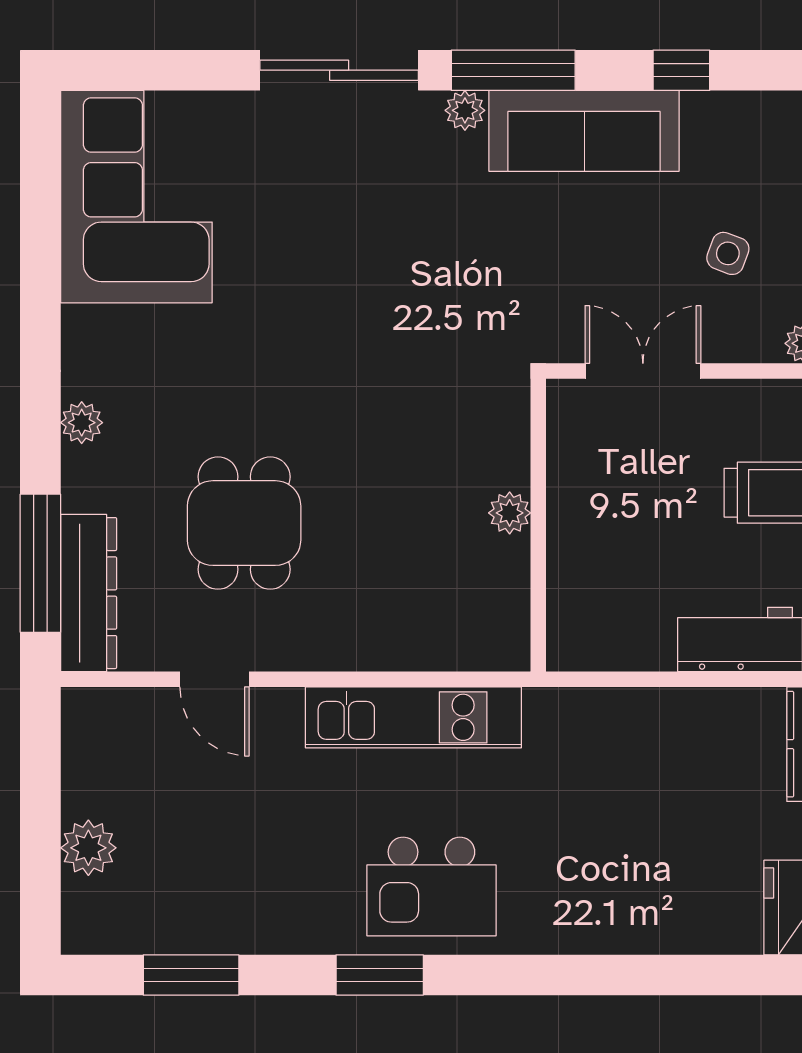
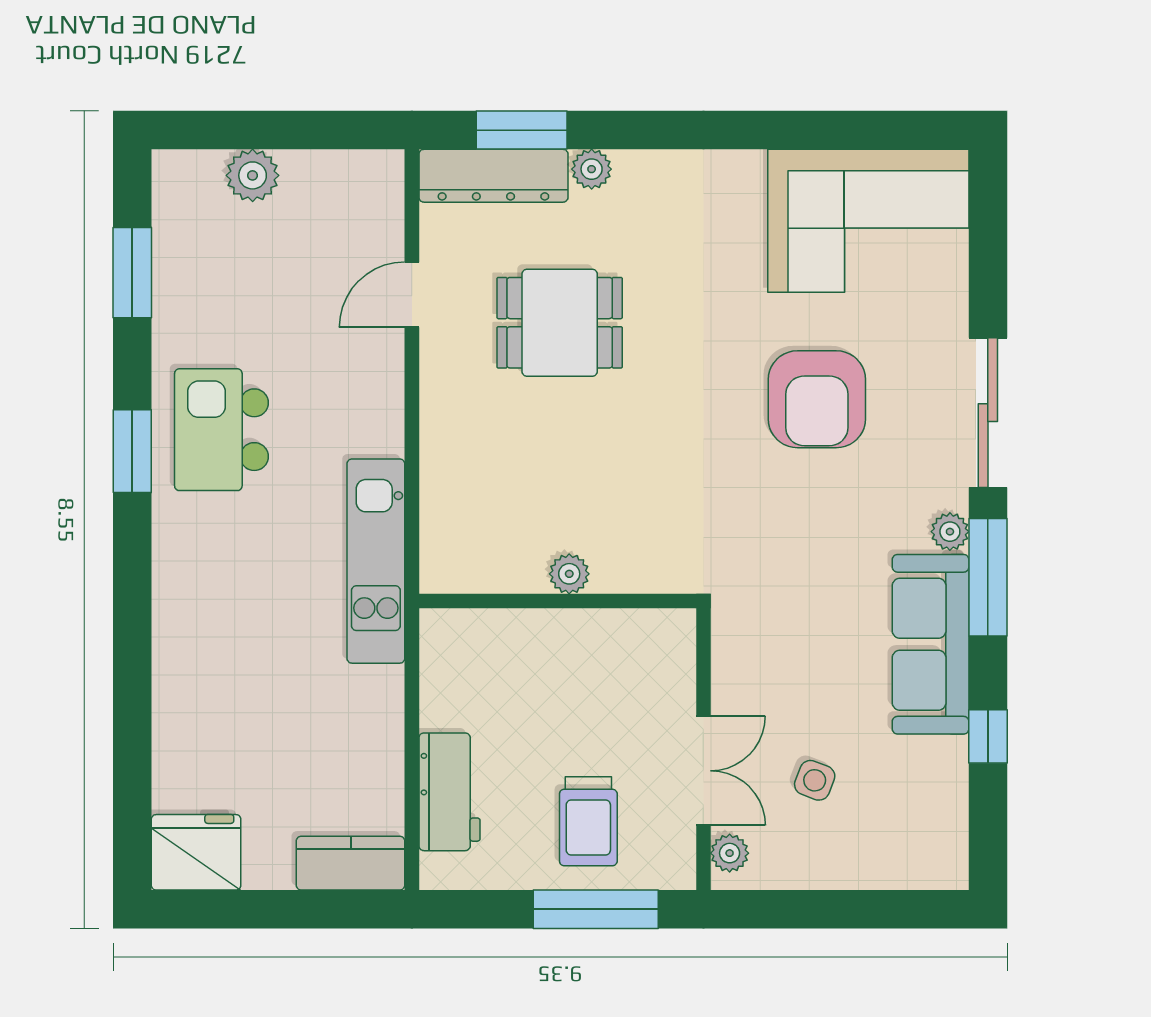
armchair: (325, 251) -> (817, 399), added
double door: (643, 371) -> (703, 771), moved
plant: (82, 423) -> (592, 169), moved
window: (40, 563) -> (522, 130), width x0.69
kitchen unit: (413, 717) -> (376, 561), moved
kitchen island: (431, 887) -> (221, 430), moved

